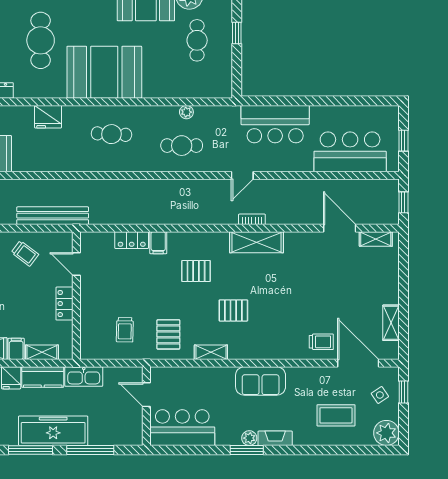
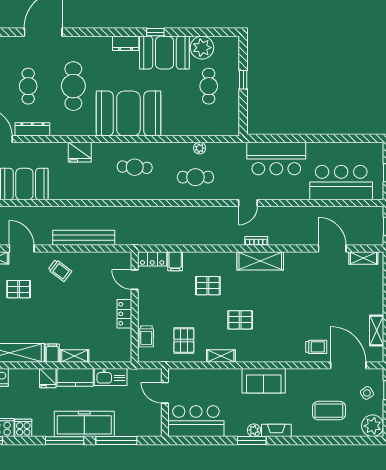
door: (76, 264) -> (135, 280), moved
wall: (76, 296) -> (135, 307), moved
locker: (64, 304) -> (124, 314), moved

